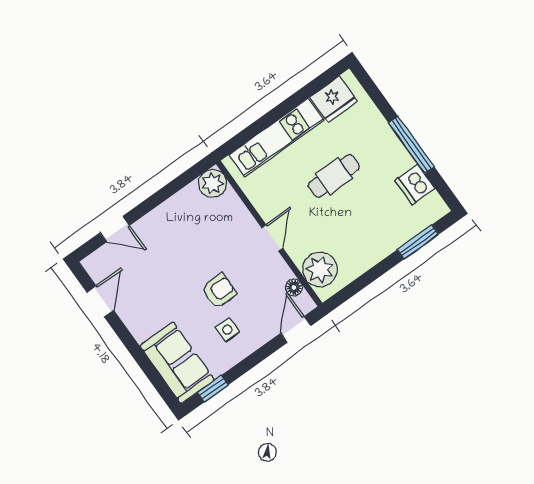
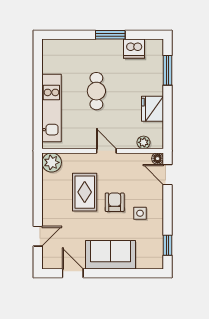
fridge: (334, 99) -> (152, 109), moved, turned 180
window: (411, 145) -> (110, 35), width x0.69
rug: (206, 247) -> (85, 192), added
plant: (320, 270) -> (144, 142), width x0.53, depth x0.53
floor lamp: (294, 287) -> (158, 159), moved
sofa: (177, 363) -> (110, 255), moved

